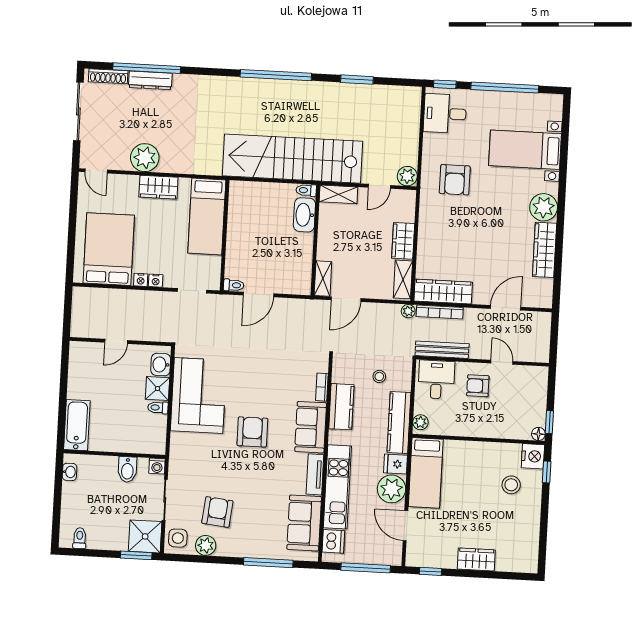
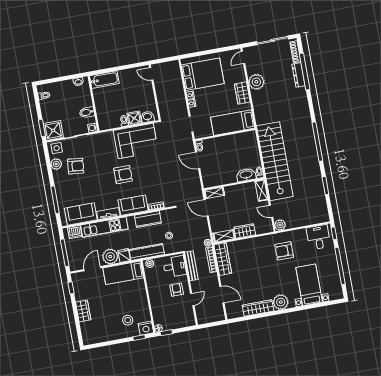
door: (116, 341) -> (151, 74), moved

